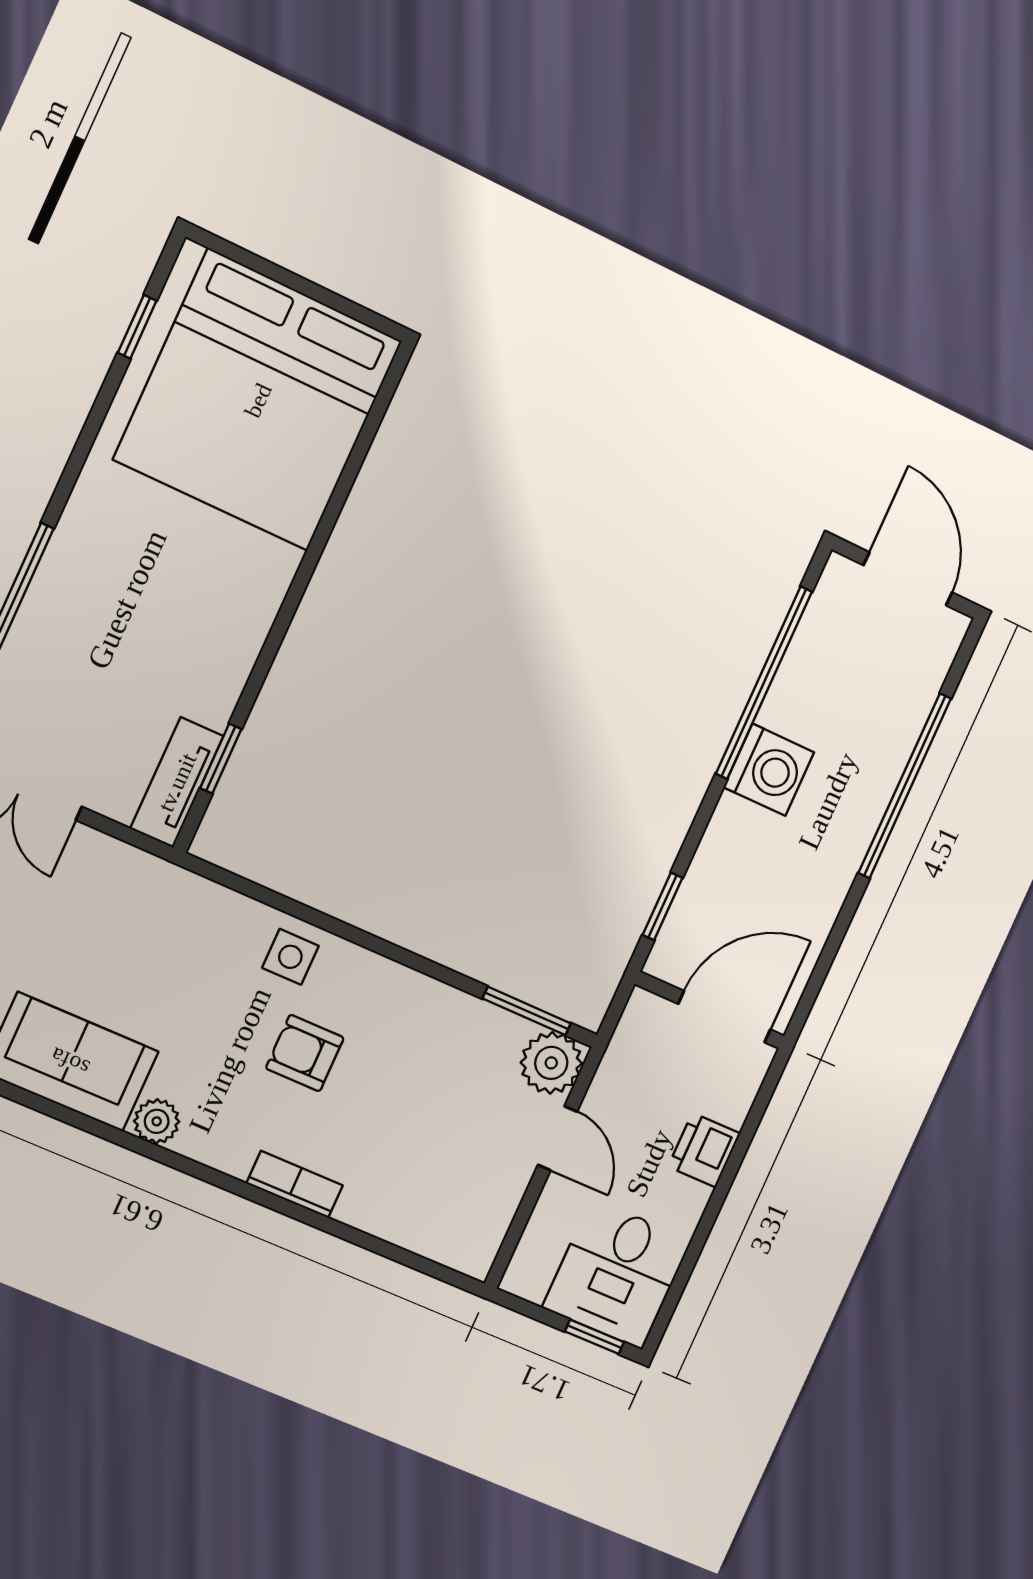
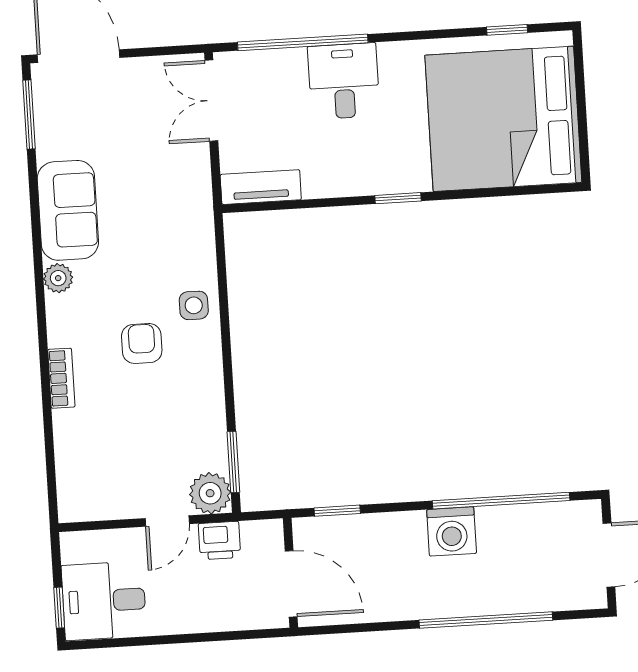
desk: (90, 591) -> (344, 81), added
window: (221, 759) -> (398, 198), moved
printer: (704, 1150) -> (219, 540), moved, turned 180

